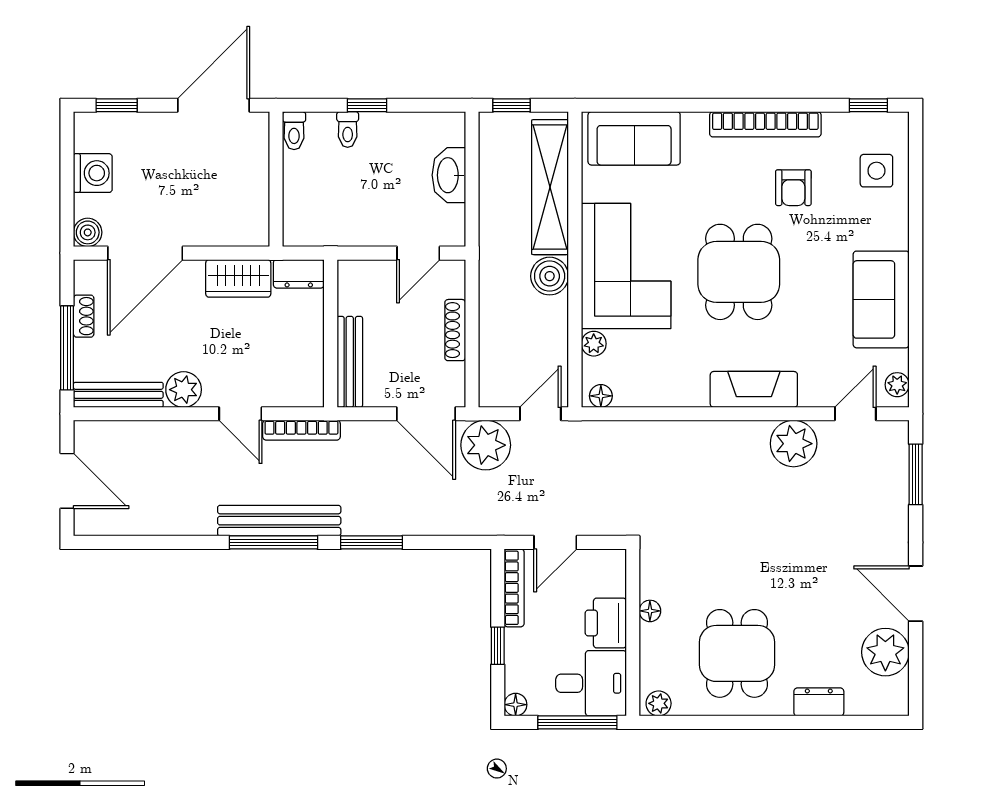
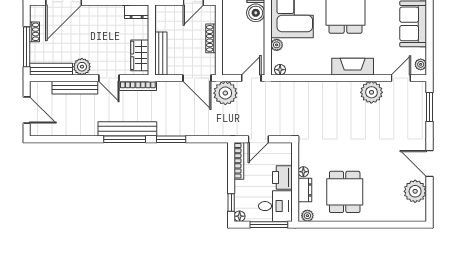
wardrobe: (238, 278) -> (140, 55), moved, turned 90
bench: (169, 434) -> (75, 88), added
window: (498, 646) -> (231, 202), moved
dresser: (819, 702) -> (305, 190), moved, turned 90

